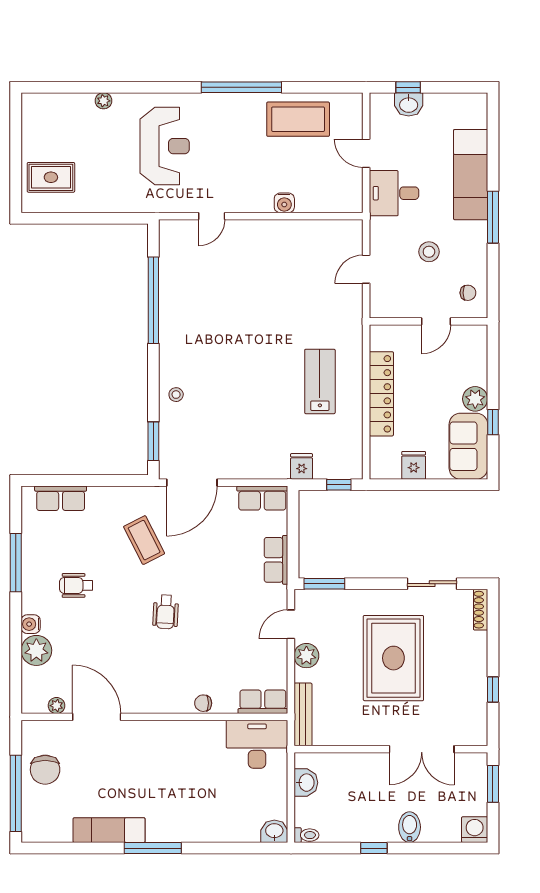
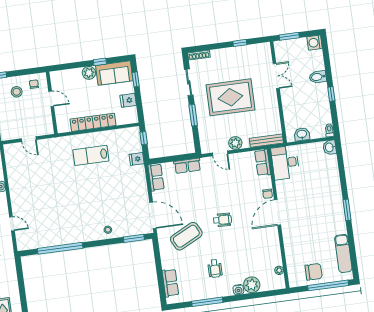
stool: (429, 252) -> (17, 92), moved
window: (451, 485) -> (136, 79), added
coffee table: (144, 540) -> (186, 236), width x1.36, depth x1.32
window: (324, 584) -> (193, 115), moved
door: (97, 717) -> (277, 212), moved
double door: (422, 749) -> (276, 76), width x0.73
exam couch: (109, 830) -> (343, 254), moved
window: (153, 848) -> (347, 210), width x0.69

